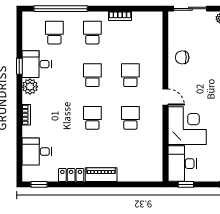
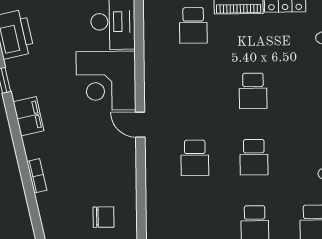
chair: (182, 57) -> (104, 217), moved
school desk: (130, 118) -> (193, 25), moved

